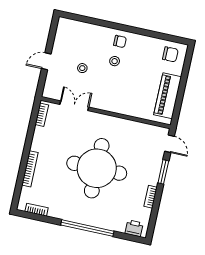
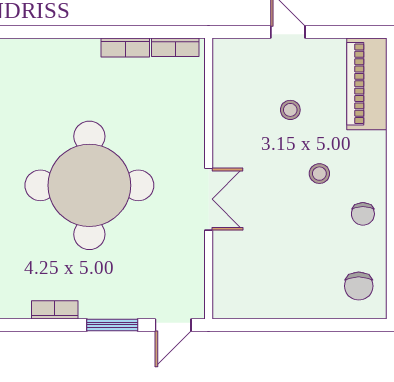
chair: (120, 41) -> (363, 214), moved
piano: (168, 96) -> (367, 84), moved, turned -90
double door: (74, 106) -> (209, 199), moved
bookcase: (30, 169) -> (125, 47), moved, width x0.64

